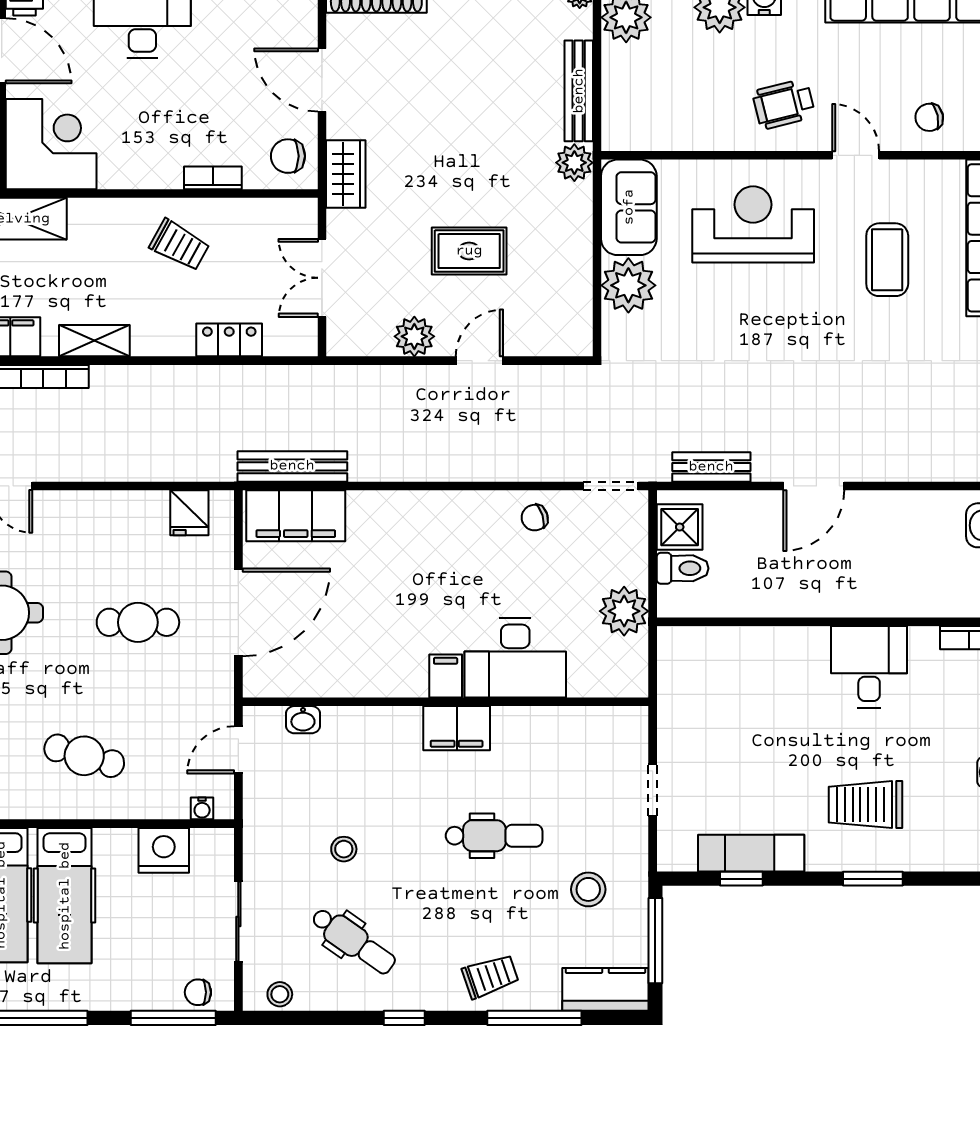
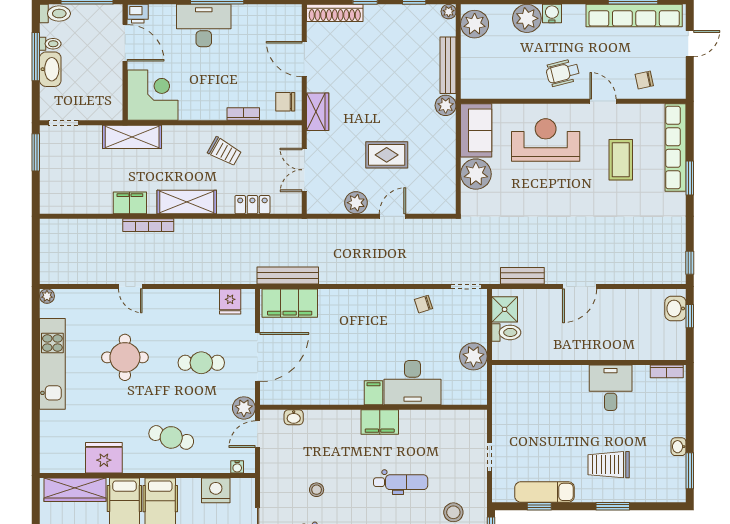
shelving: (94, 341) -> (187, 202), width x1.50, depth x1.33
plant: (214, 703) -> (244, 408), added

